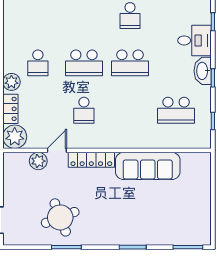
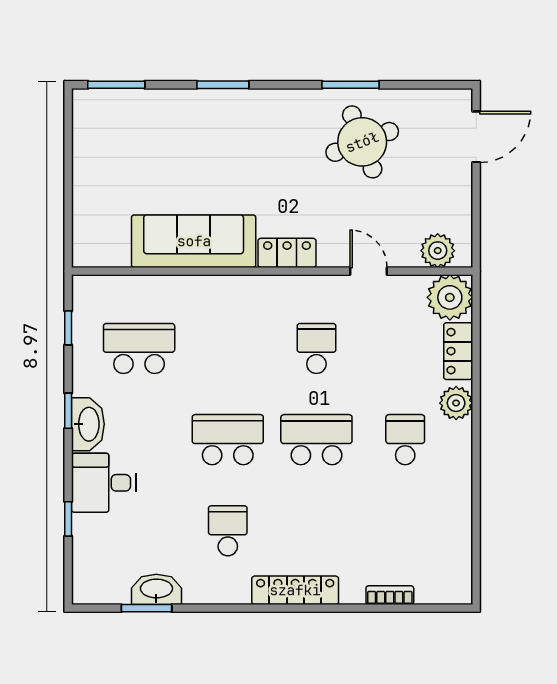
door: (57, 150) -> (368, 271), swing flipped
locker: (91, 160) -> (287, 253), width x0.66
plant: (38, 161) -> (438, 251), moved

